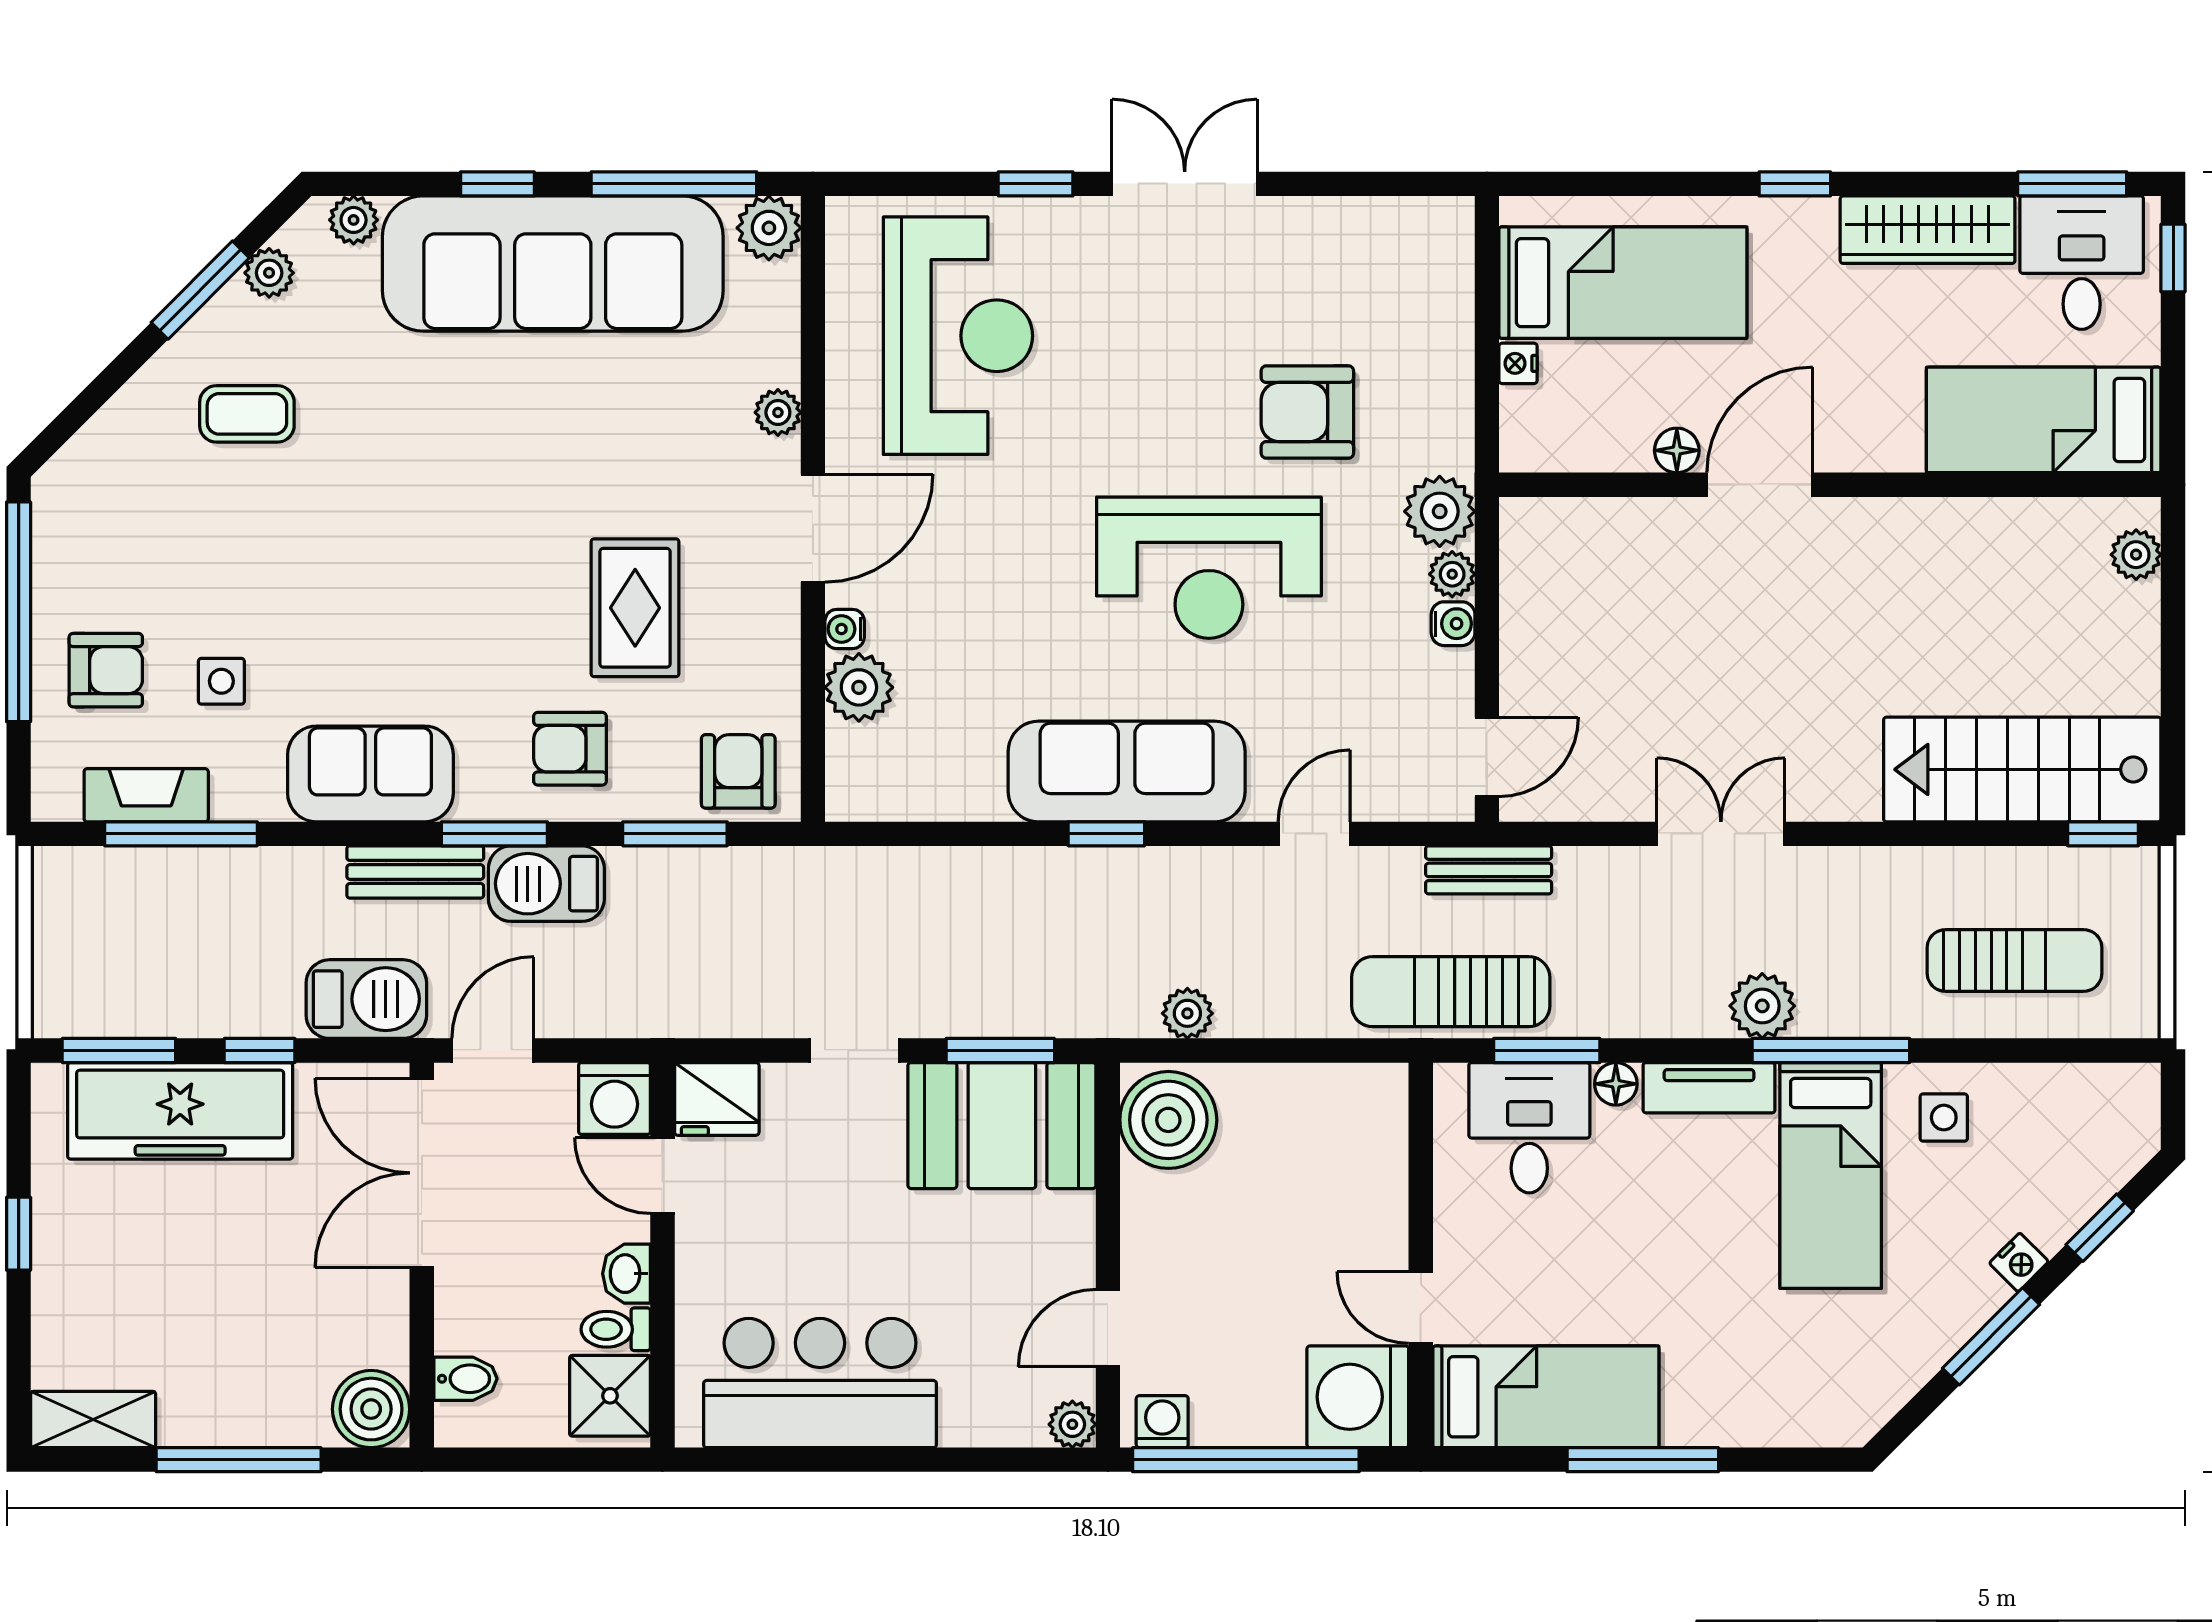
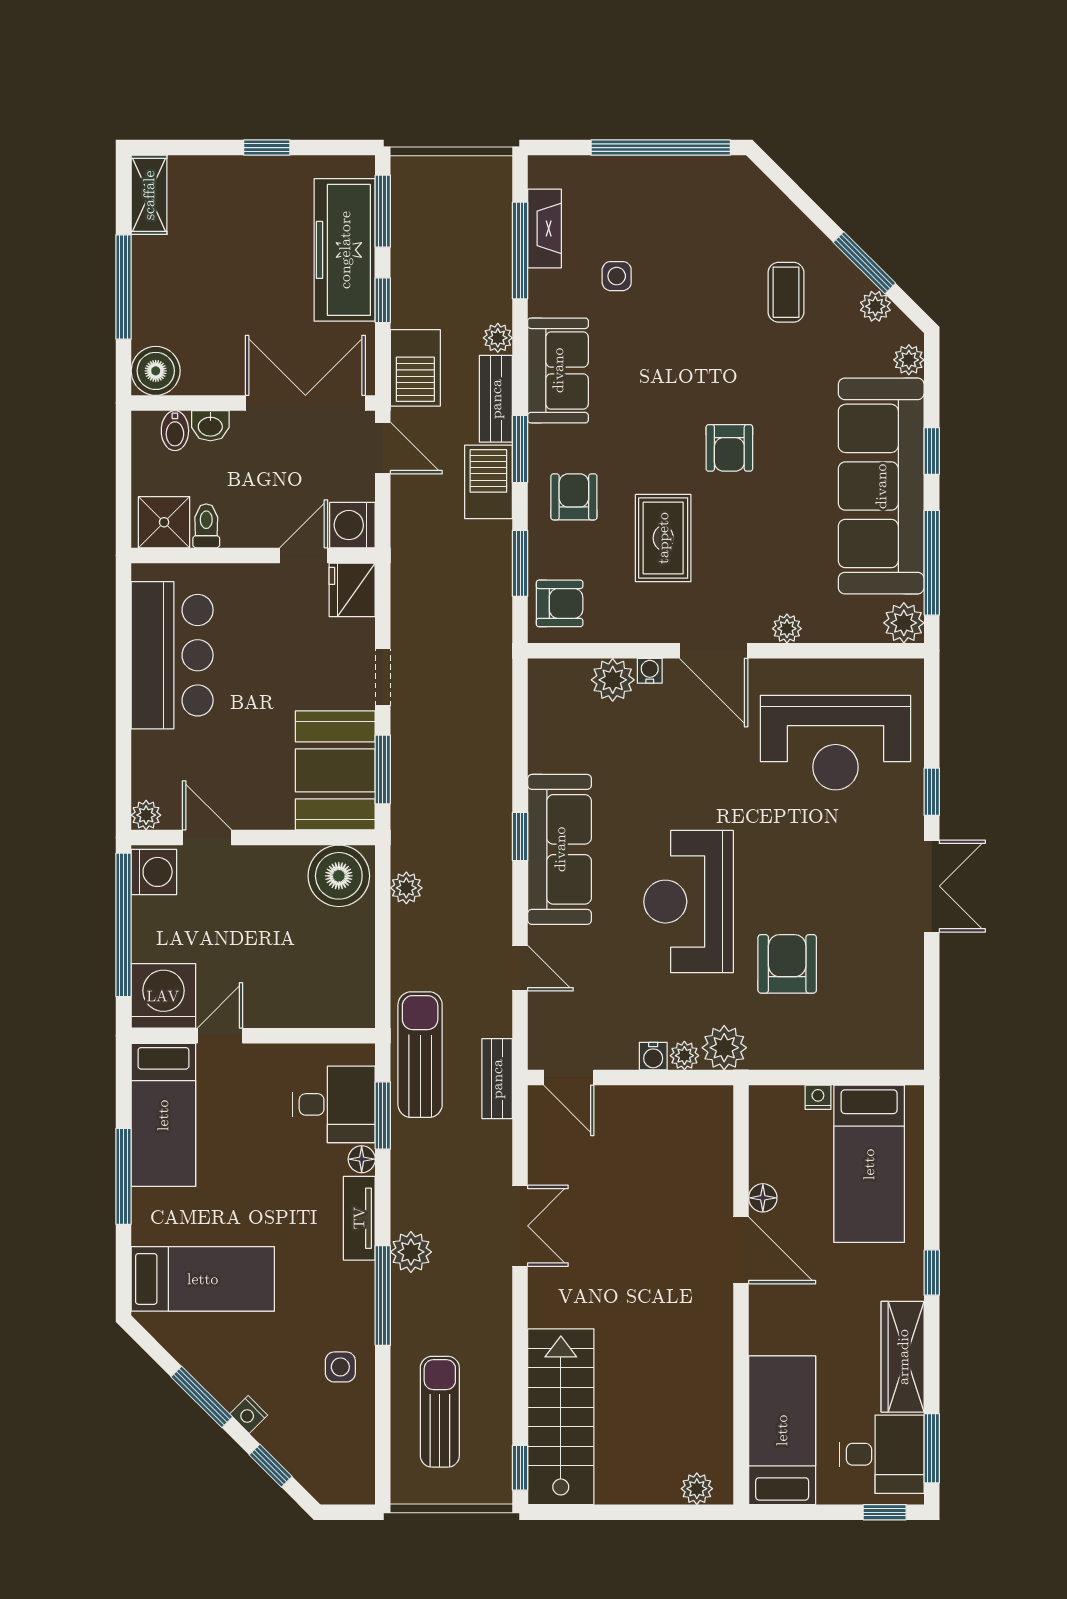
rug: (635, 608) -> (663, 538), turned 90
armchair: (106, 670) -> (729, 448), moved
plant: (319, 869) -> (498, 338), added
sun lounger: (2014, 960) -> (440, 1412), turned 180
bed: (1831, 1175) -> (203, 1279), moved, turned 180
washbasin: (627, 1274) -> (210, 426), moved, turned 180
washing machine: (1162, 1422) -> (154, 872), width x1.38, depth x1.38

